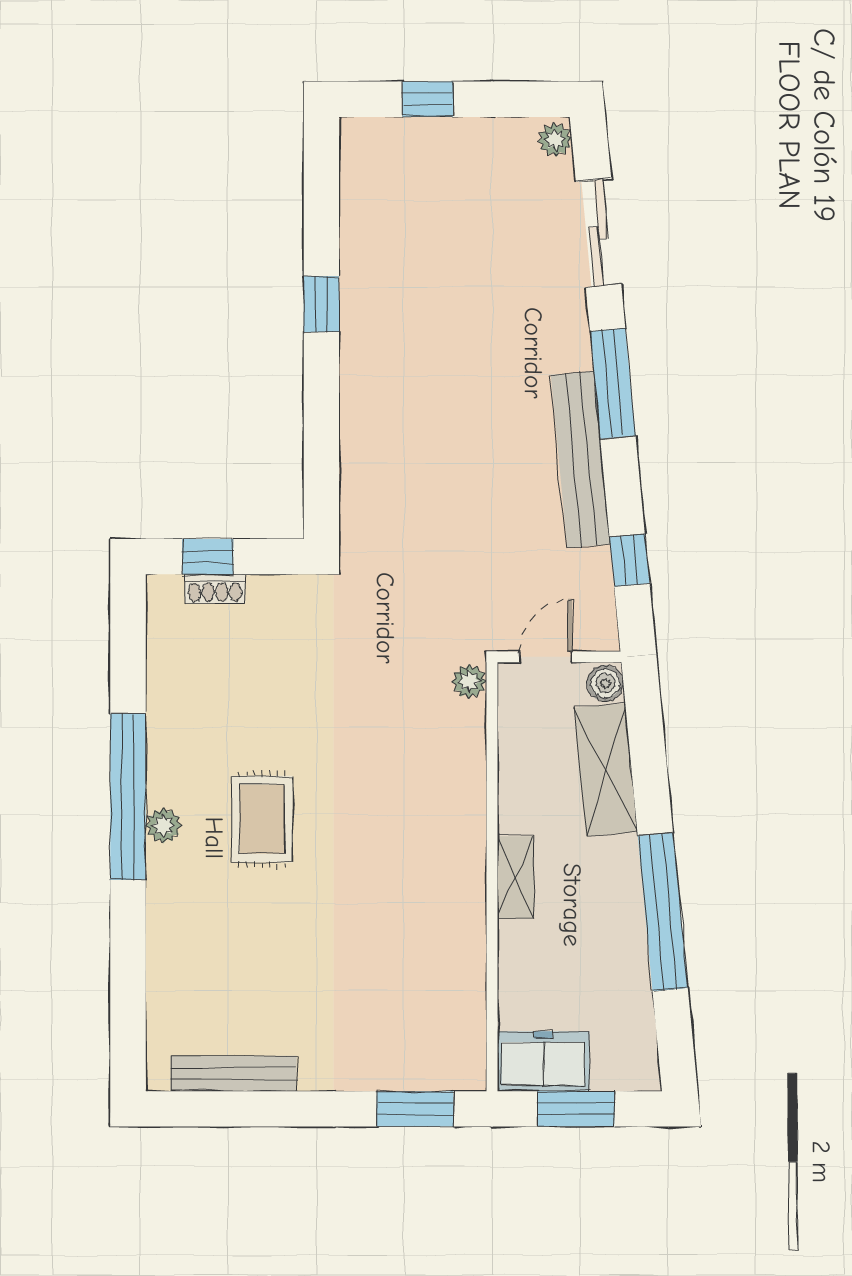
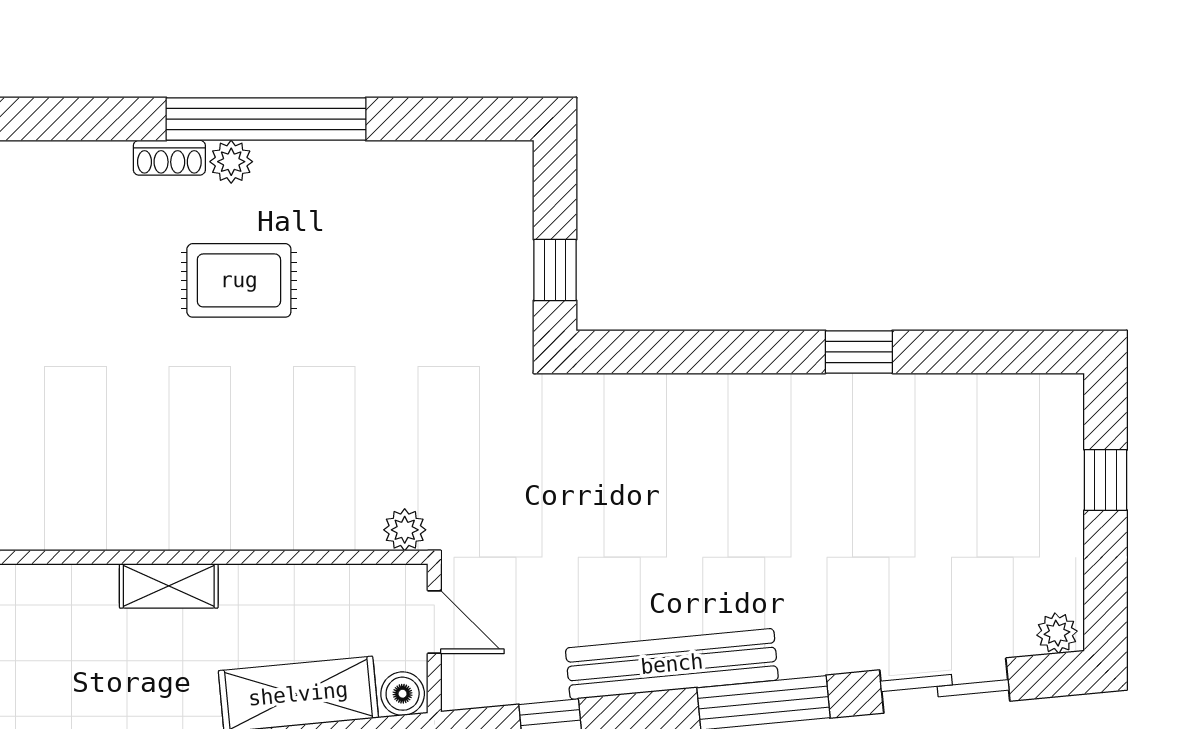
window: (208, 557) -> (555, 270), moved
shoe rack: (215, 589) -> (169, 158), moved, turned -90

